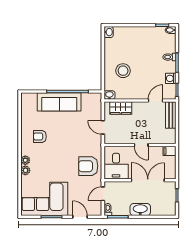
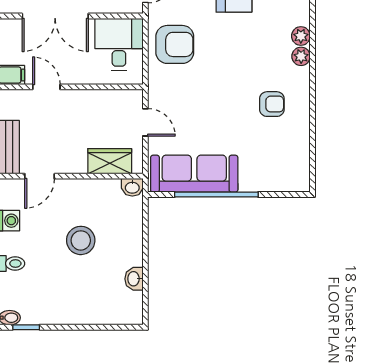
washbasin: (109, 32) -> (134, 279), moved
stool: (123, 71) -> (81, 240), moved
sofa: (59, 102) -> (194, 174), moved
door: (141, 145) -> (46, 87), moved

